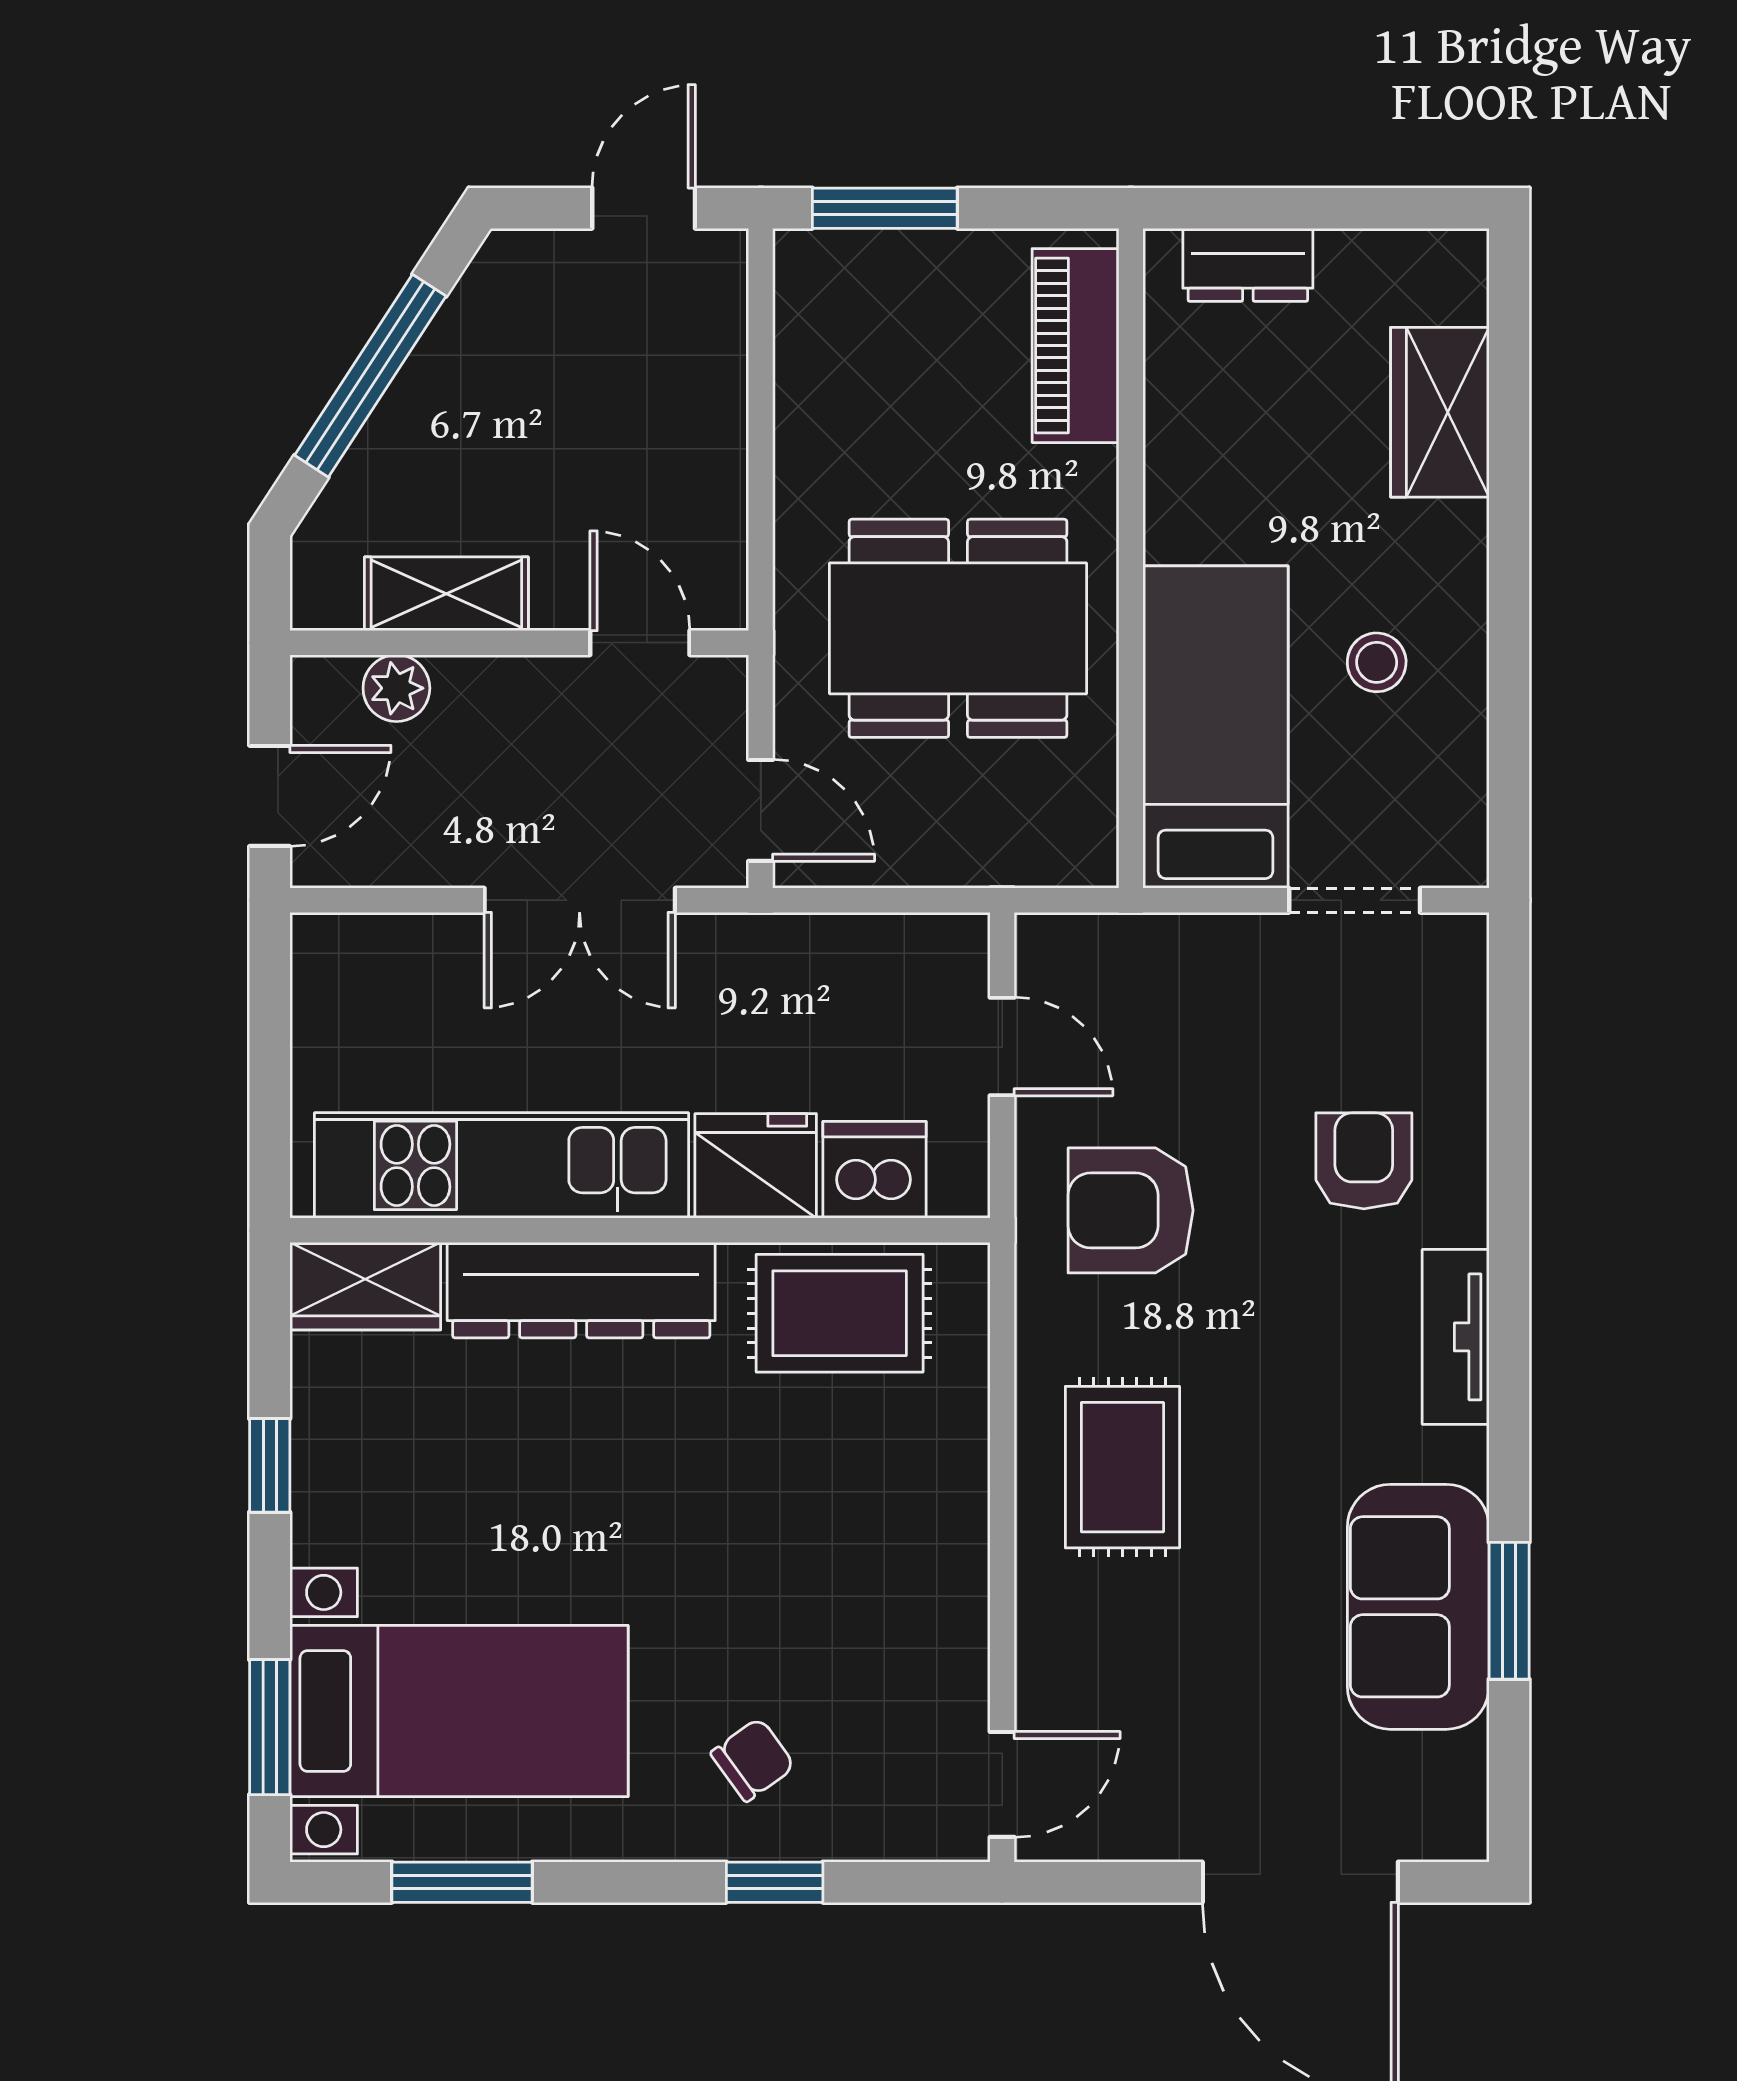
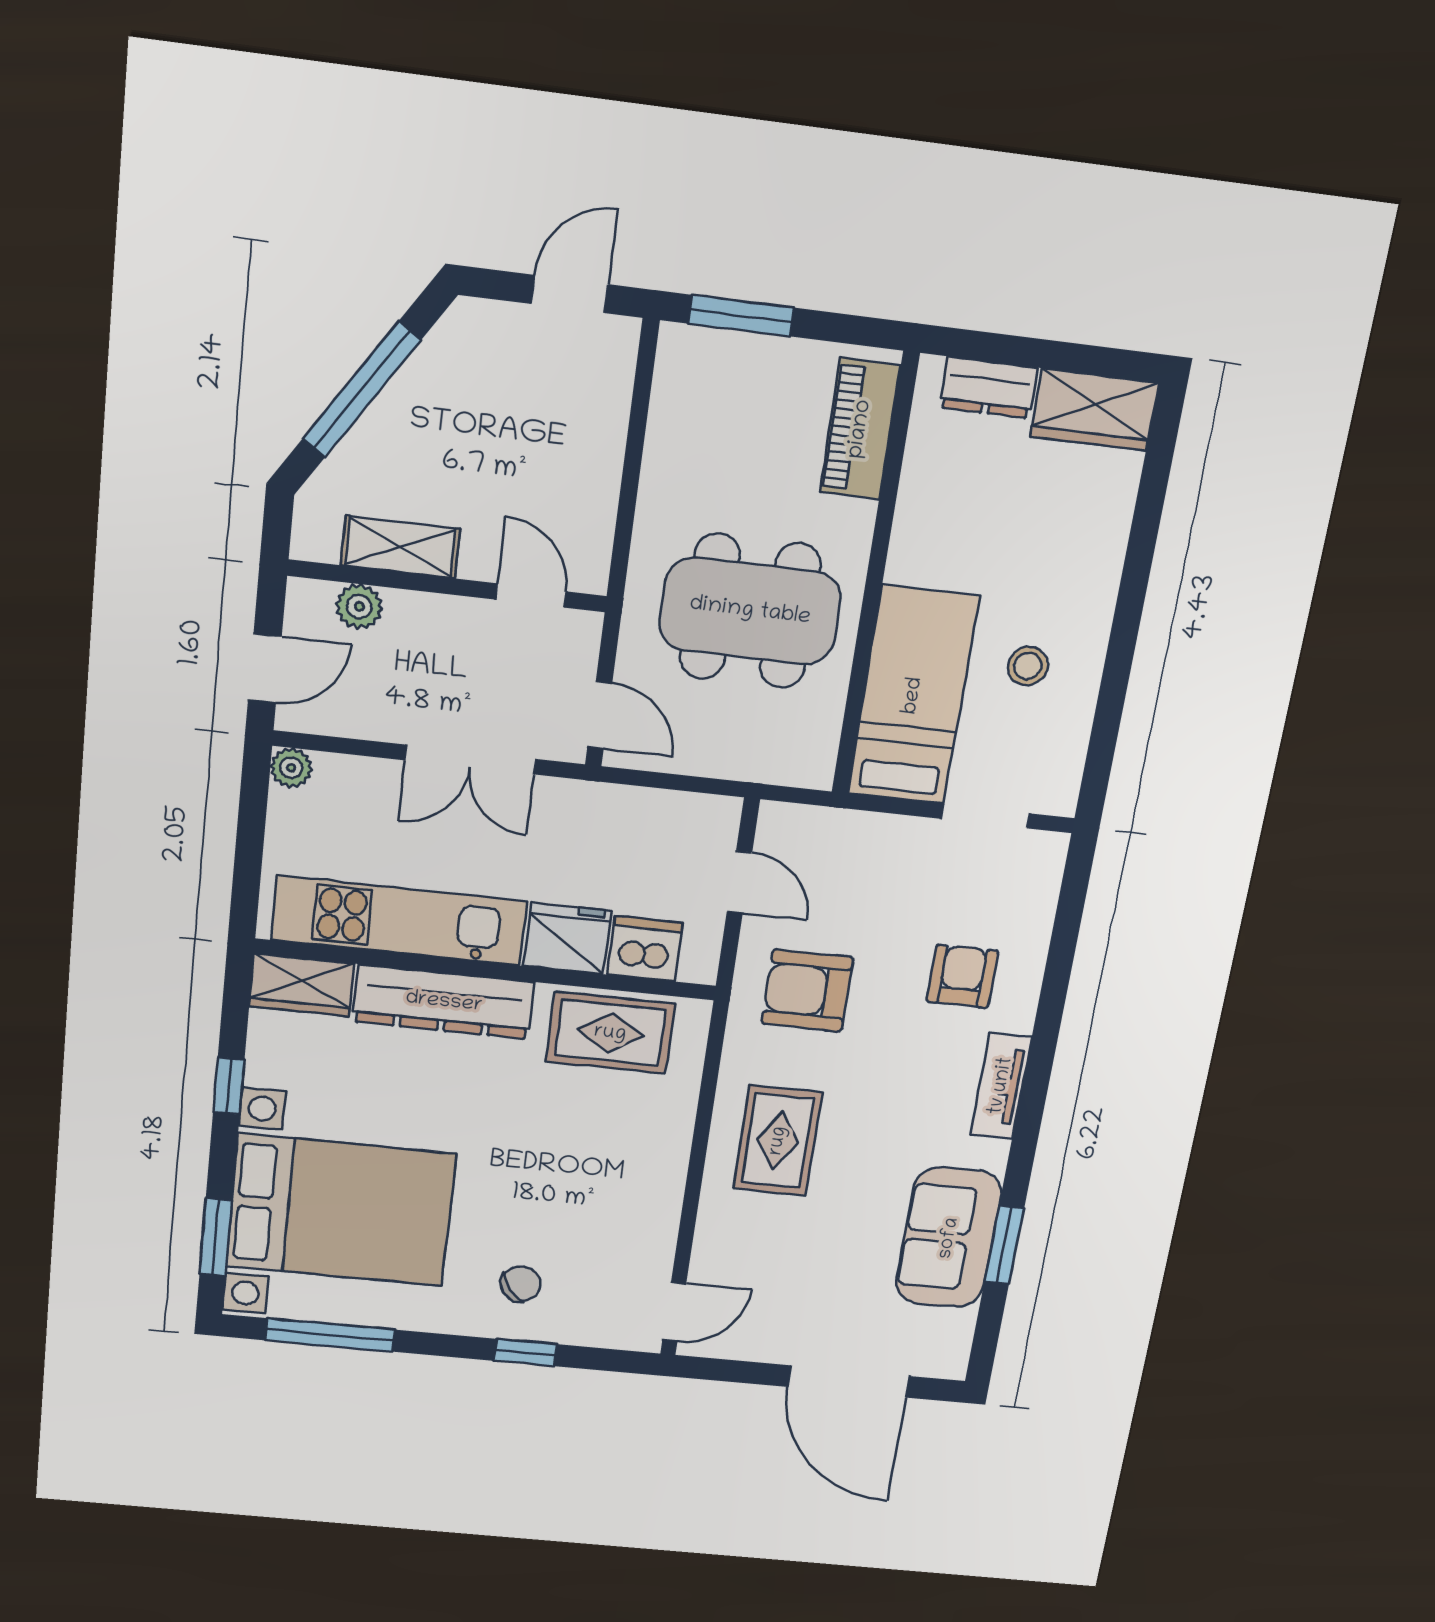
wardrobe: (1440, 412) -> (1094, 410), moved, turned -90
plant: (320, 943) -> (291, 768), added
bed with nightstands: (459, 1711) -> (341, 1210), width x1.36
window: (462, 1882) -> (330, 1335), width x1.44

